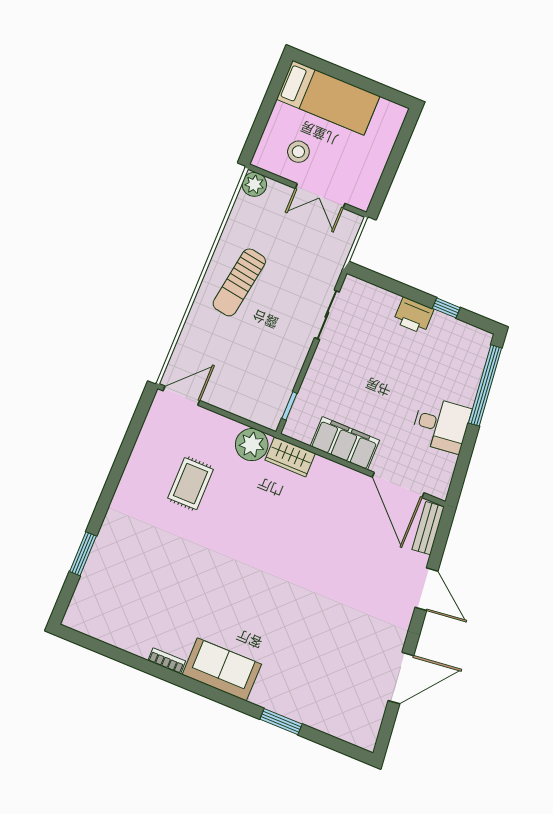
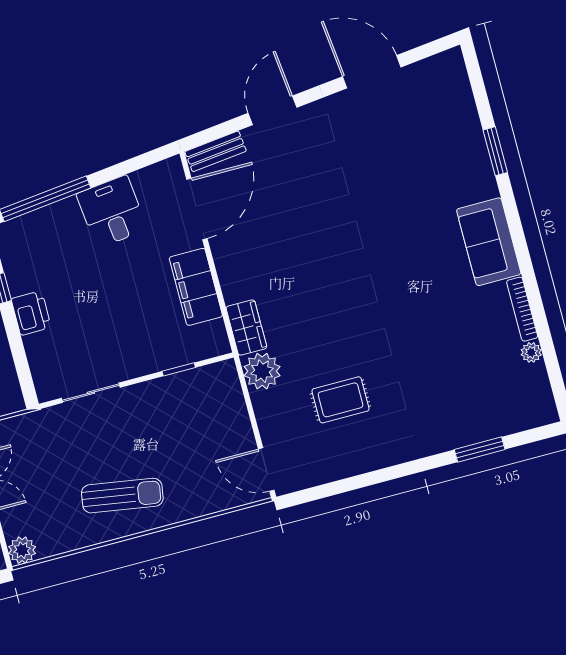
window: (289, 406) -> (179, 369), moved
plant: (123, 641) -> (531, 352), added
bookcase: (167, 661) -> (522, 309), width x1.56

